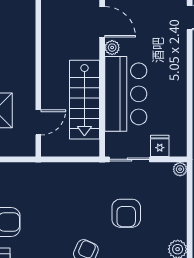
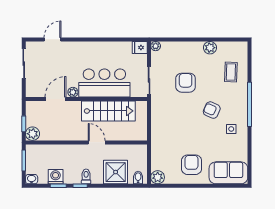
door: (38, 122) -> (97, 142), moved
fridge: (160, 146) -> (140, 48), moved
armchair: (126, 213) -> (186, 83), turned -90

